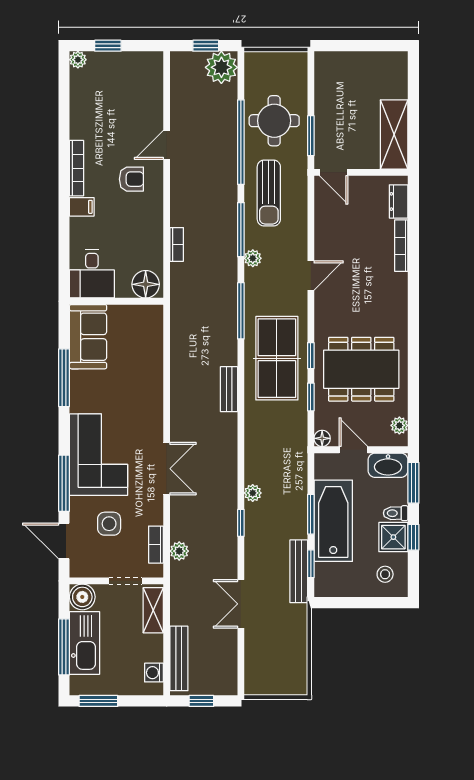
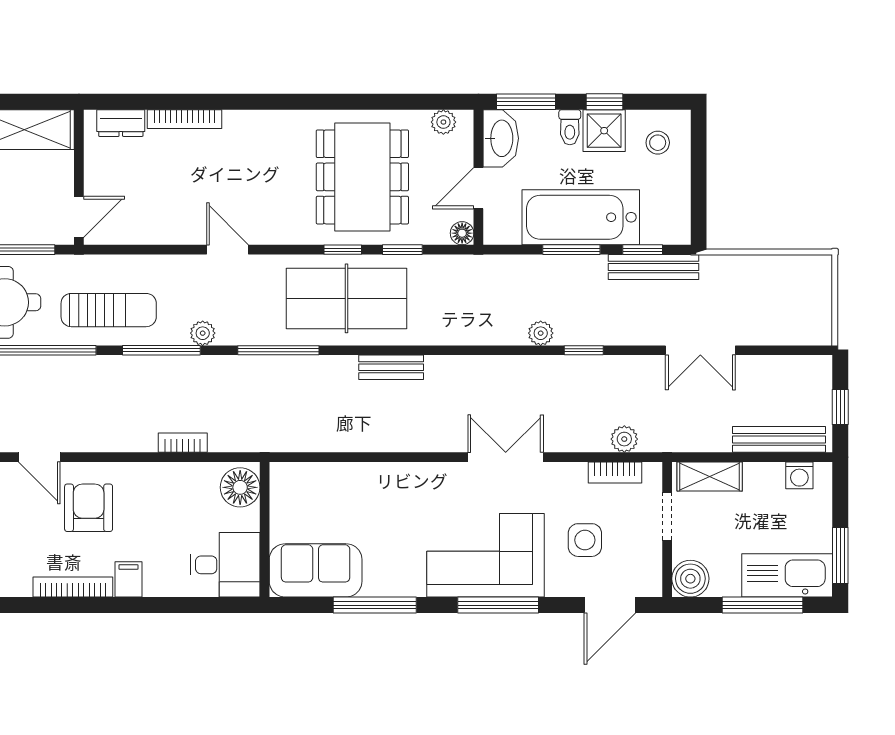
armchair: (131, 179) -> (89, 508), width x1.38, depth x1.38
window: (64, 483) -> (498, 605), moved
kitchen sink: (85, 643) -> (787, 575), moved

